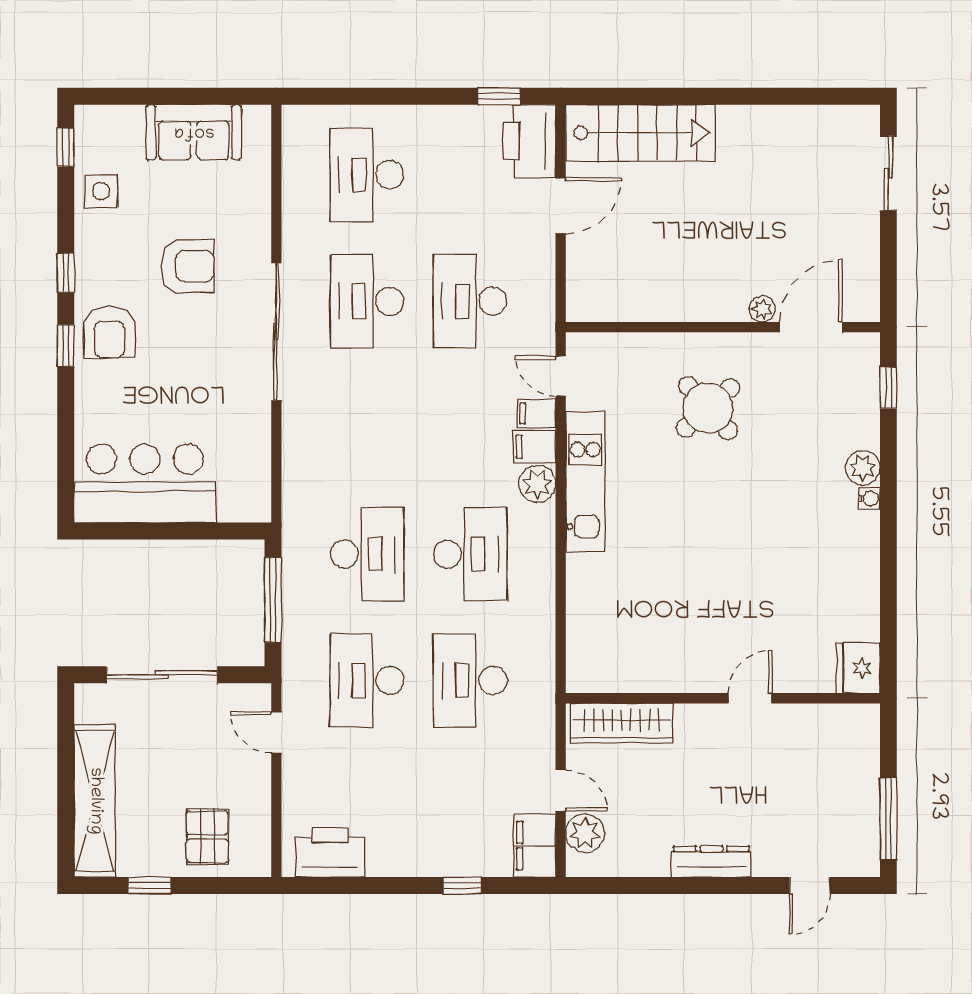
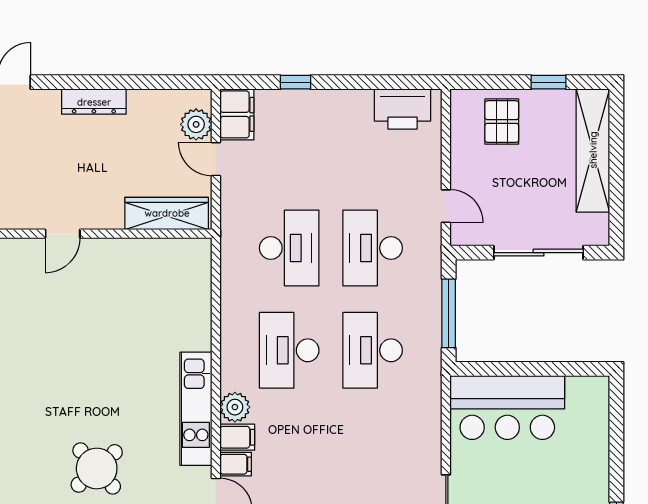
bar counter: (145, 483) -> (507, 408), moved
desk: (367, 681) -> (373, 248), turned 180

